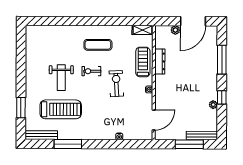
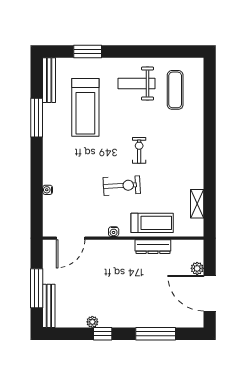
shelving: (143, 30) -> (197, 204), moved
exercise mat: (98, 45) -> (175, 90), moved
weight bench: (61, 78) -> (137, 84), moved
door: (154, 120) -> (71, 238), hinge flipped

